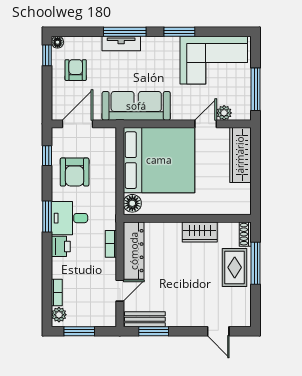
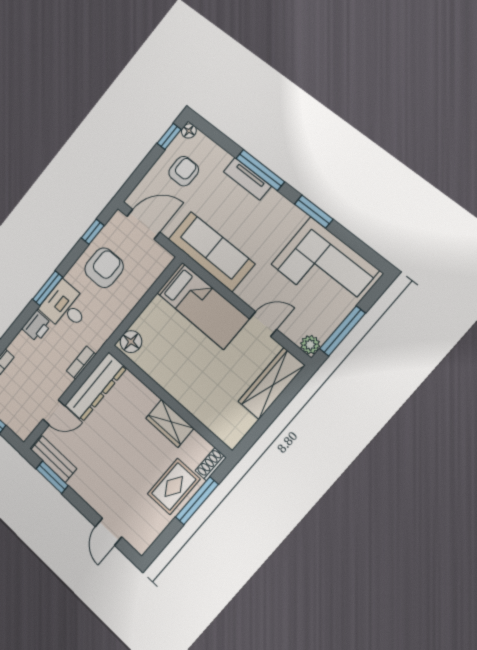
plant: (224, 113) -> (310, 345), moved
bed: (159, 160) -> (203, 306), width x0.49
armchair: (75, 172) -> (104, 268), turned 180

